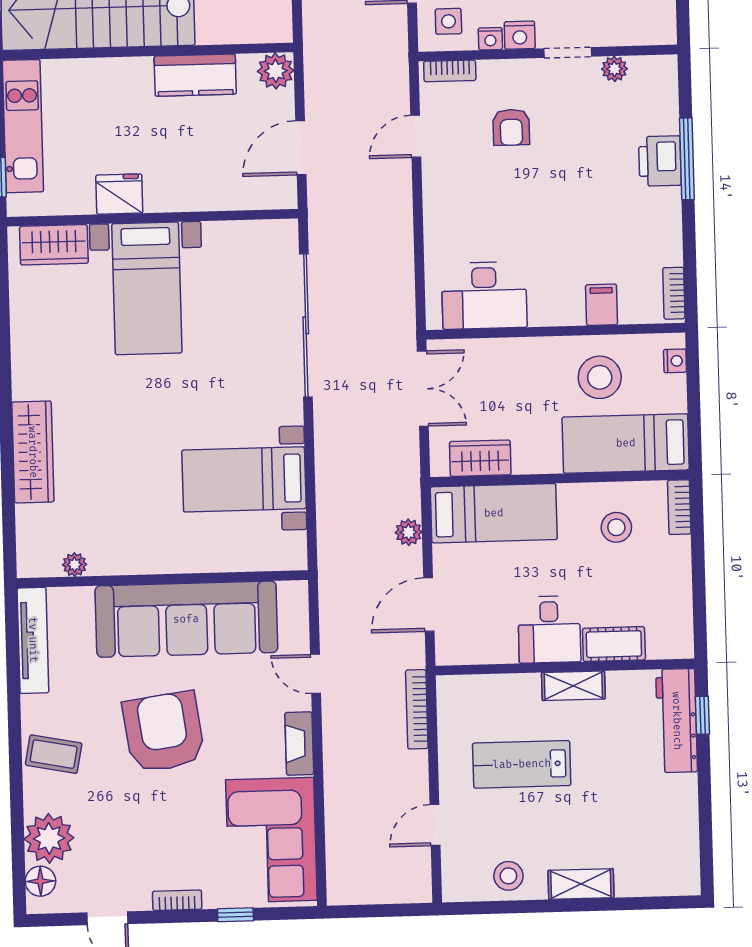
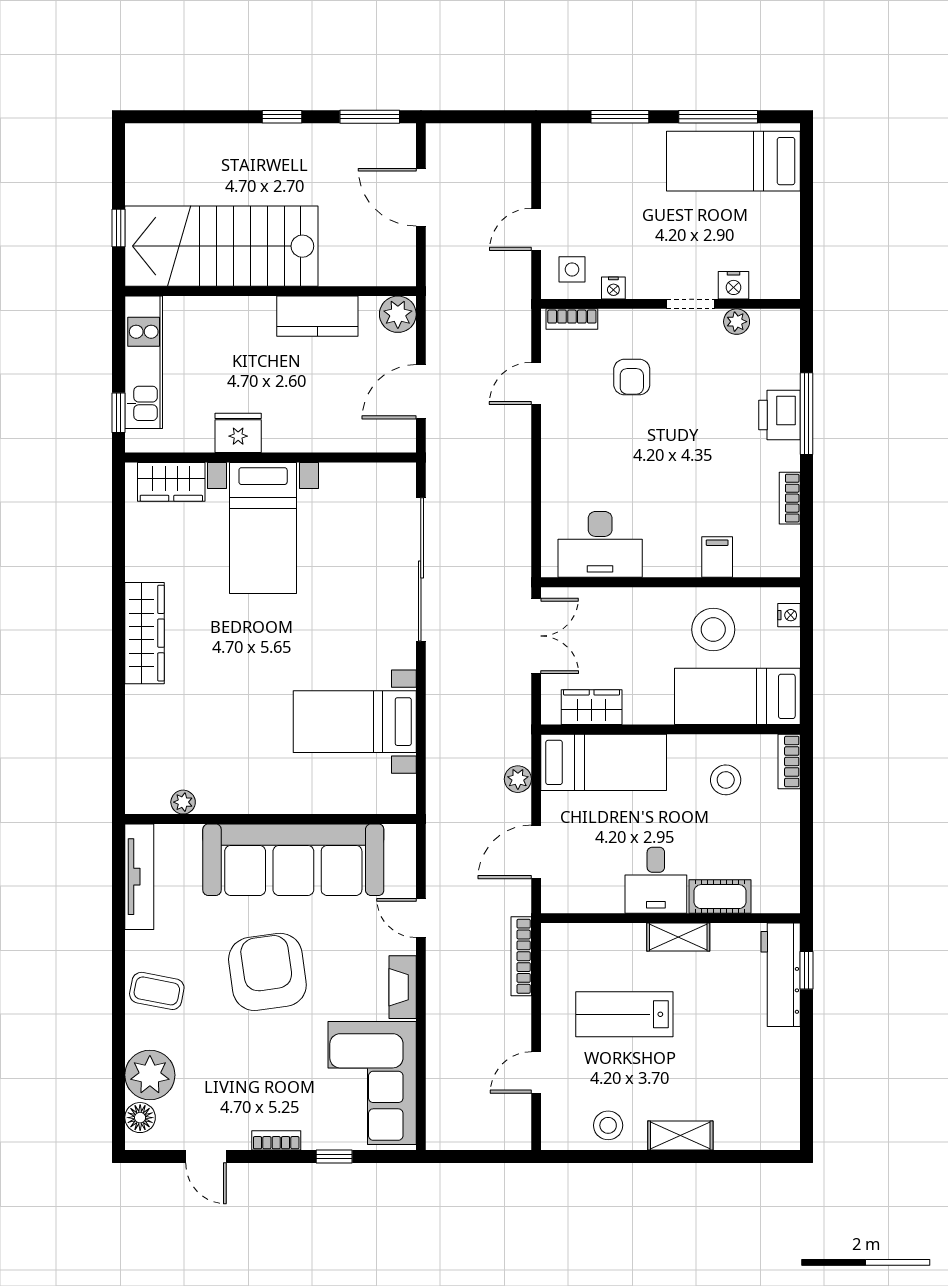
nightstand: (520, 35) -> (734, 285), moved
bookcase: (674, 293) -> (790, 498), moved
wardrobe: (33, 452) -> (145, 633), moved

